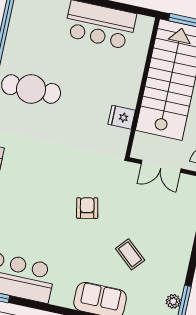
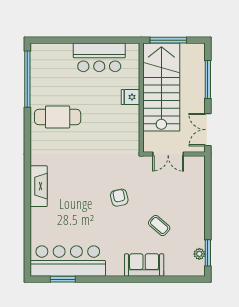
fridge: (122, 117) -> (130, 97), moved

